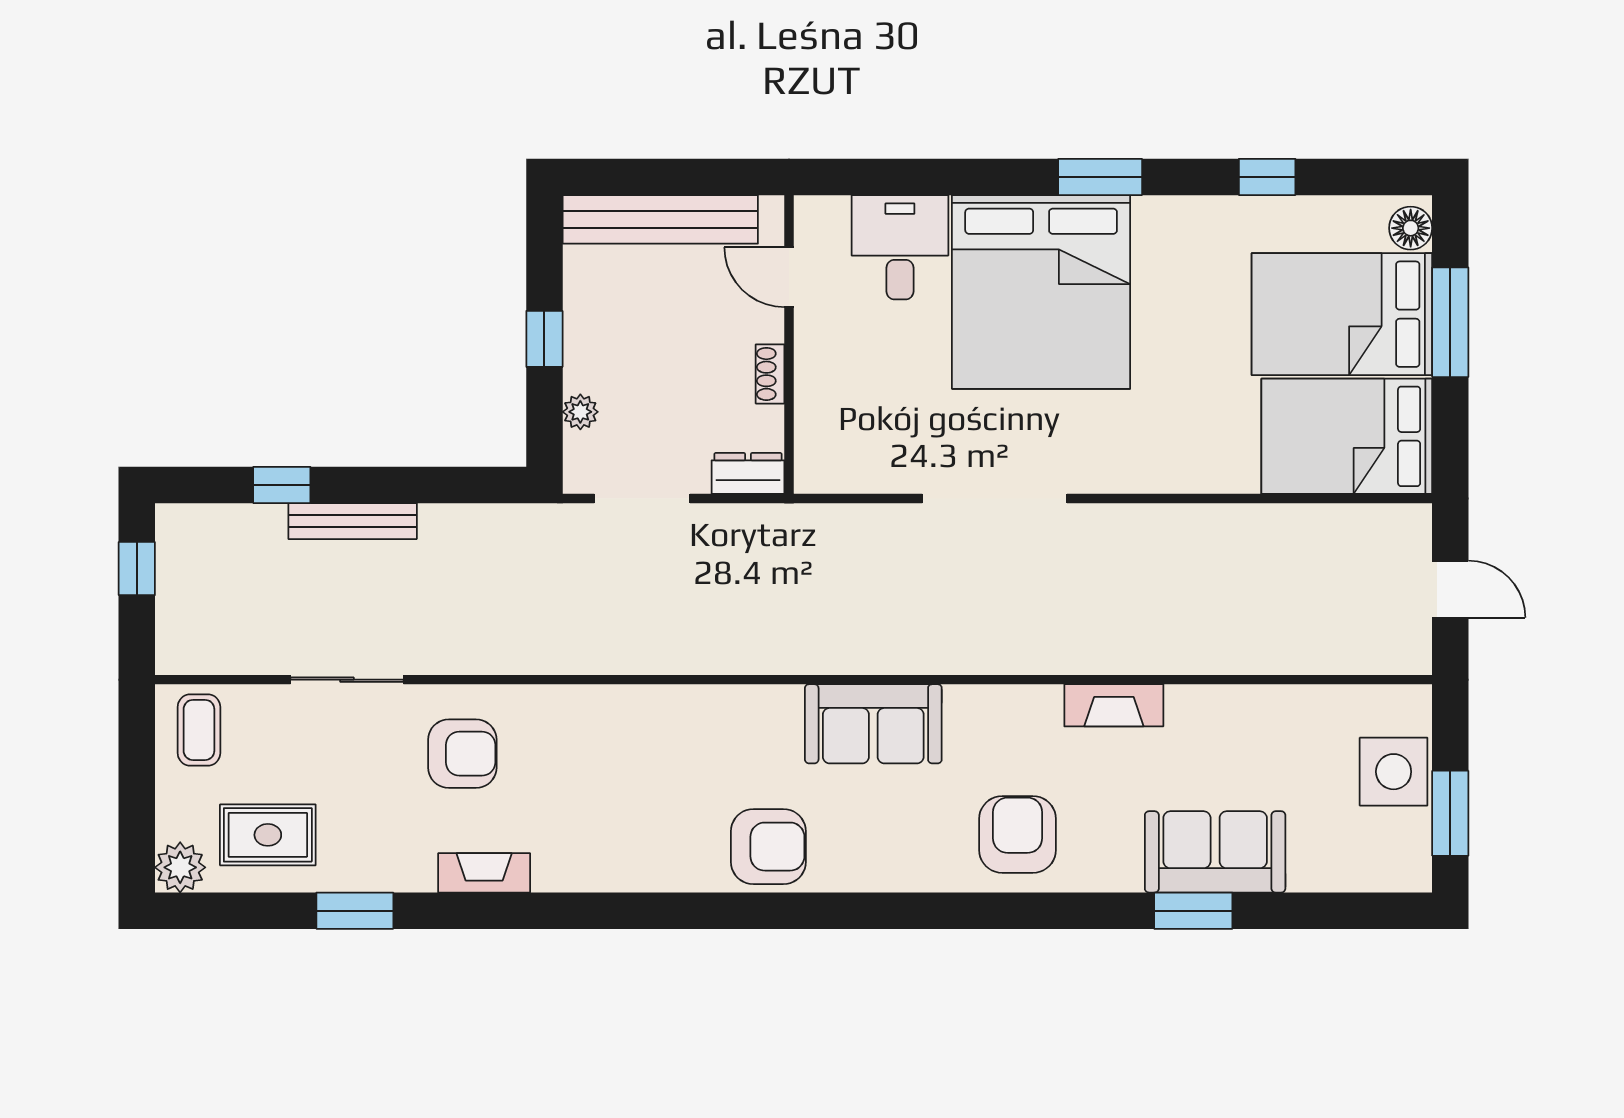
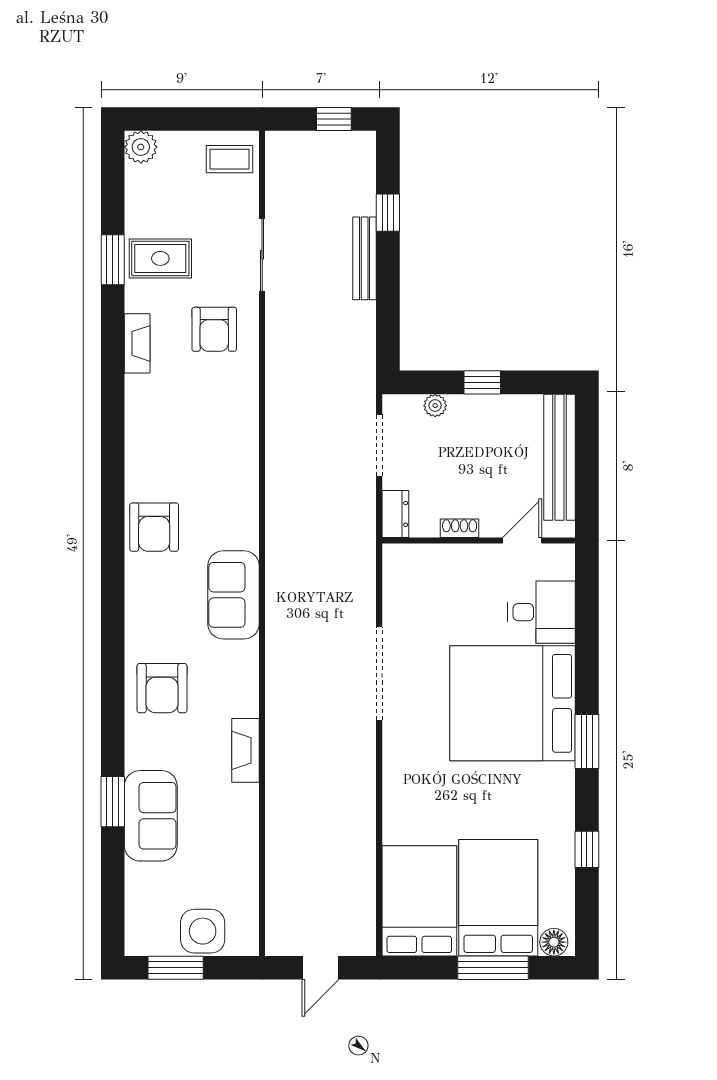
armchair: (1018, 834) -> (162, 688), turned 90
rug: (268, 835) -> (160, 258), moved, turned 90

